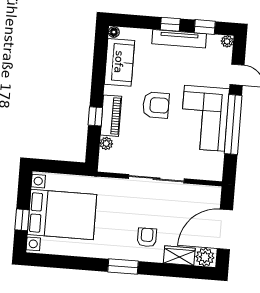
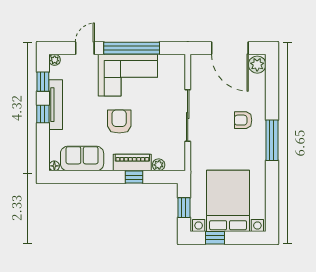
window: (59, 167) -> (184, 208), added
window: (22, 220) -> (215, 238), moved
wardrobe: (179, 256) -> (258, 89), removed
window: (123, 267) -> (272, 140), width x1.44

